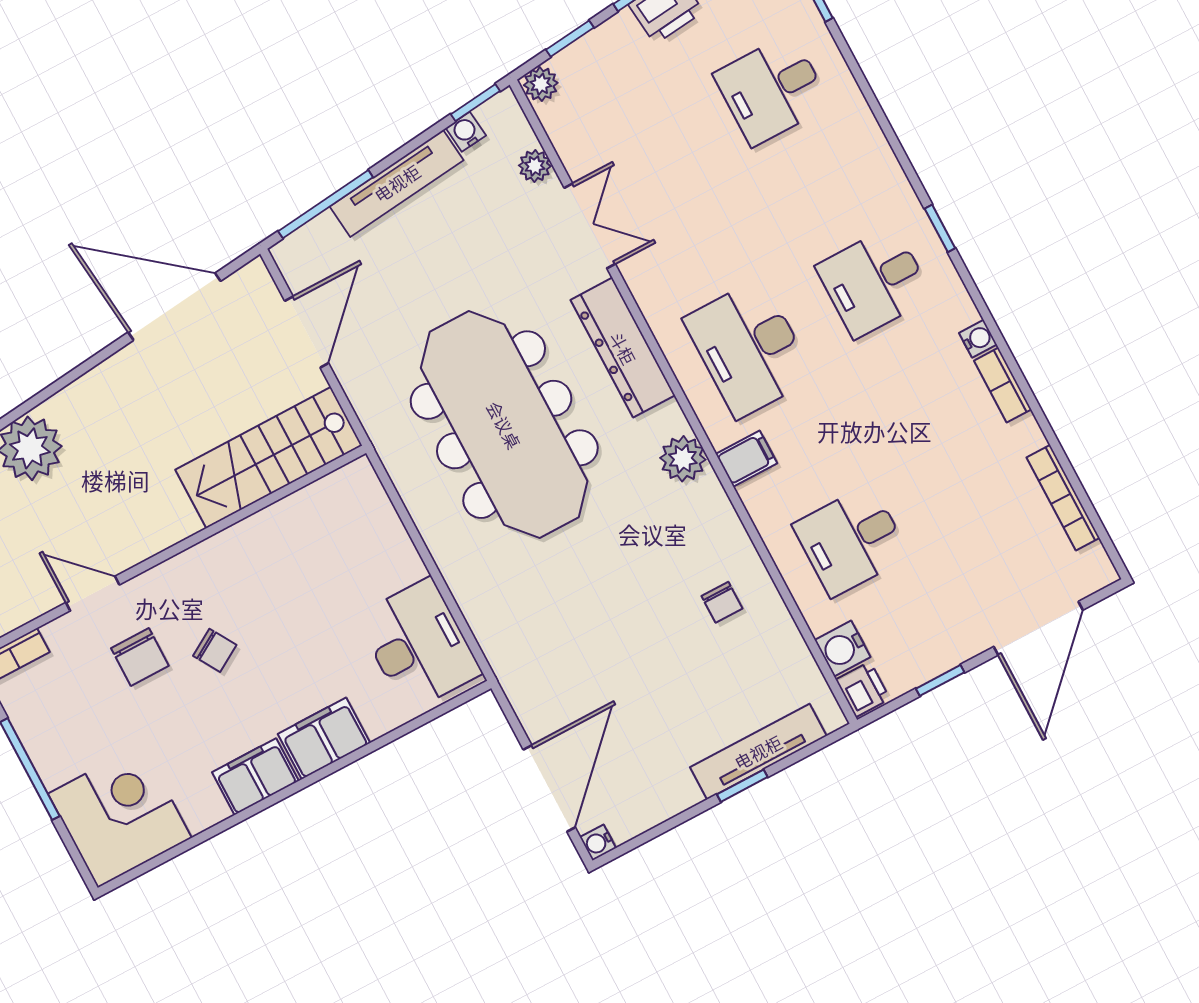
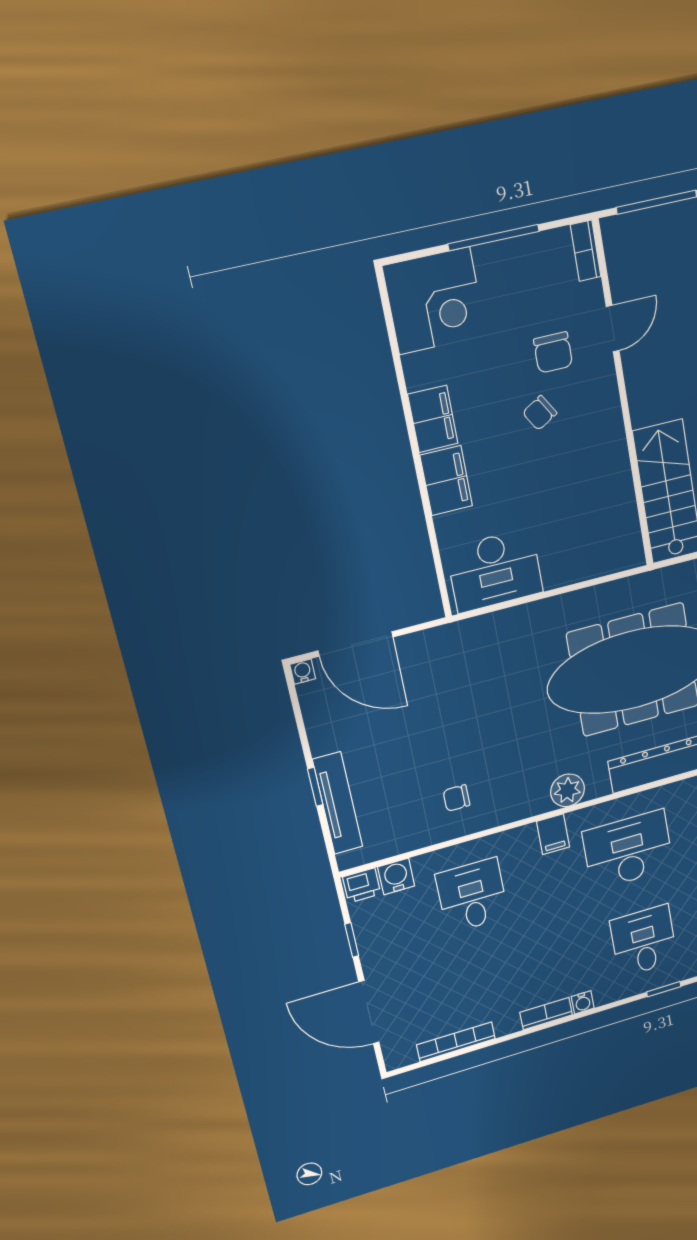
chair: (140, 657) -> (553, 352), turned -90

